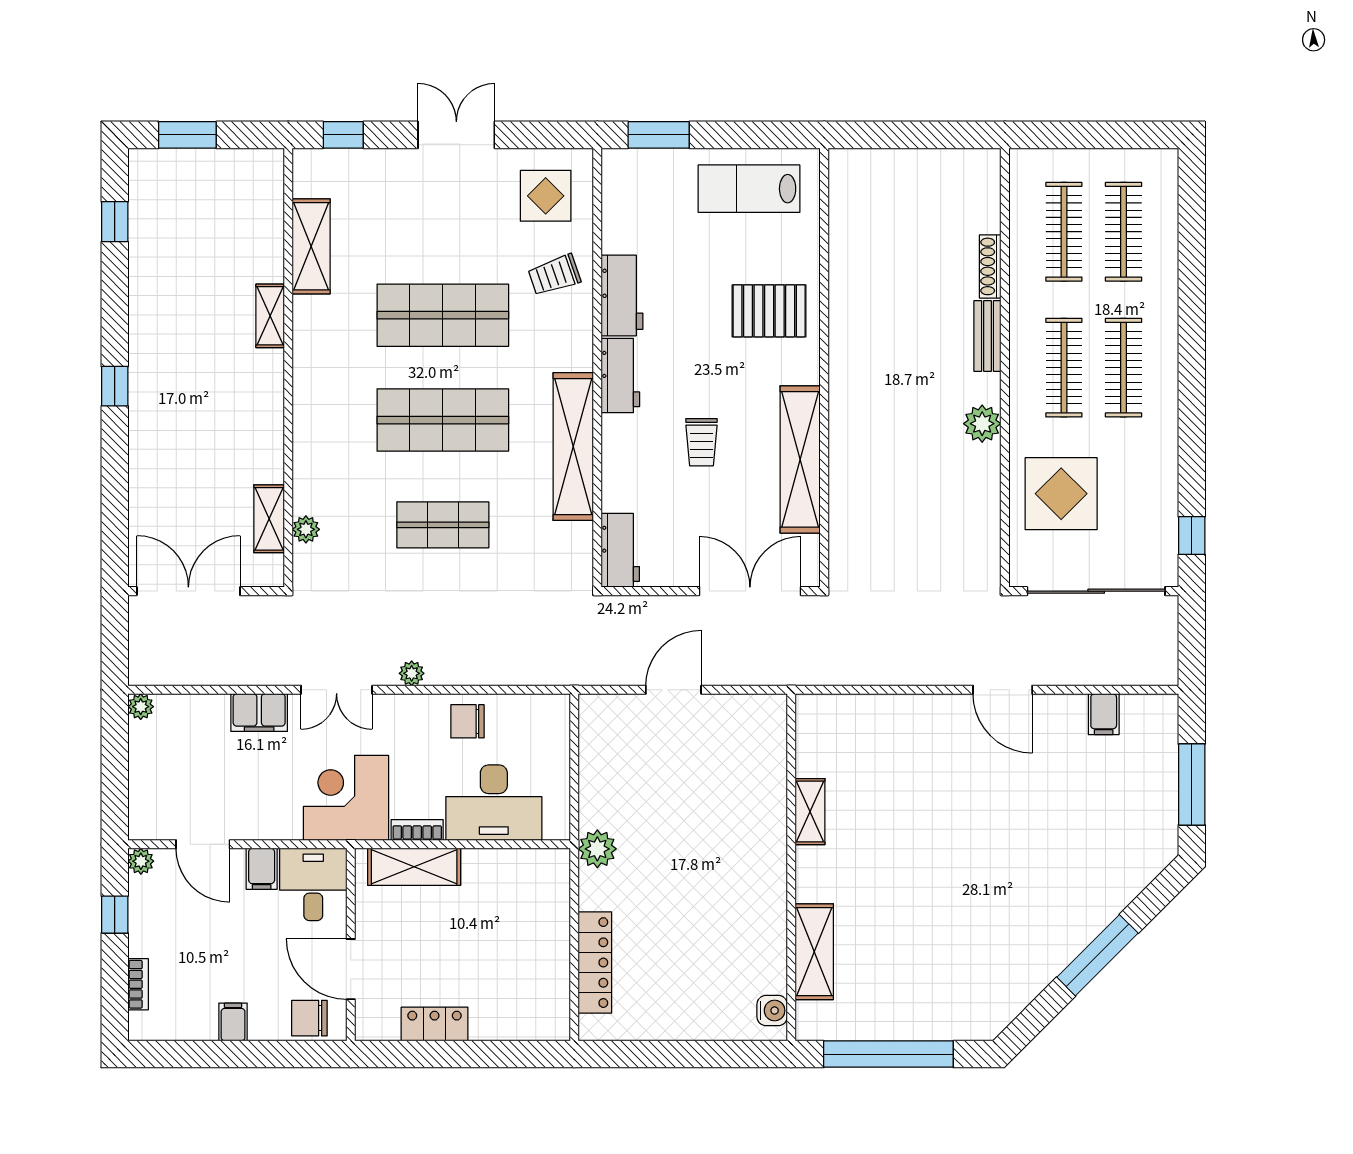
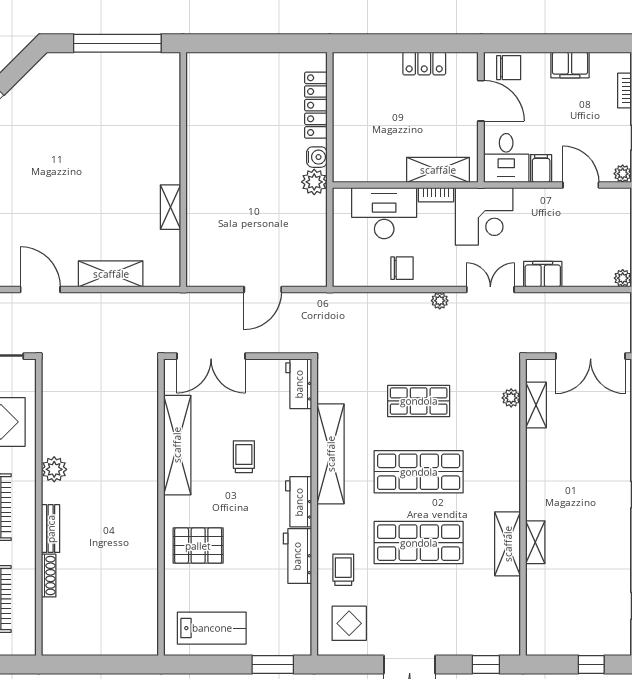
window: (187, 135) -> (591, 664), width x0.67
shelving: (311, 246) -> (508, 544), moved
trolley: (554, 275) -> (343, 570), turned -71
shelving: (814, 952) -> (111, 274), moved, turned 90
water cooler: (772, 1011) -> (317, 157), moved, turned 180
filing cabinet: (233, 1022) -> (570, 65), width x2.00

